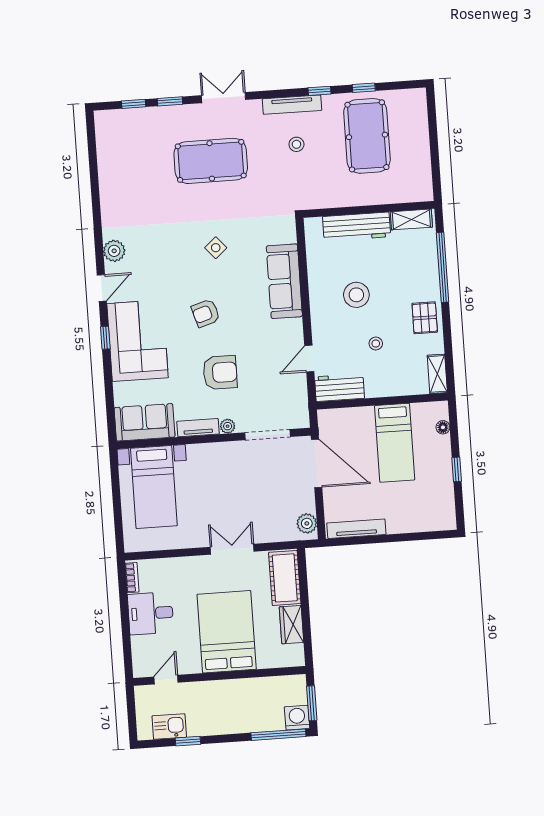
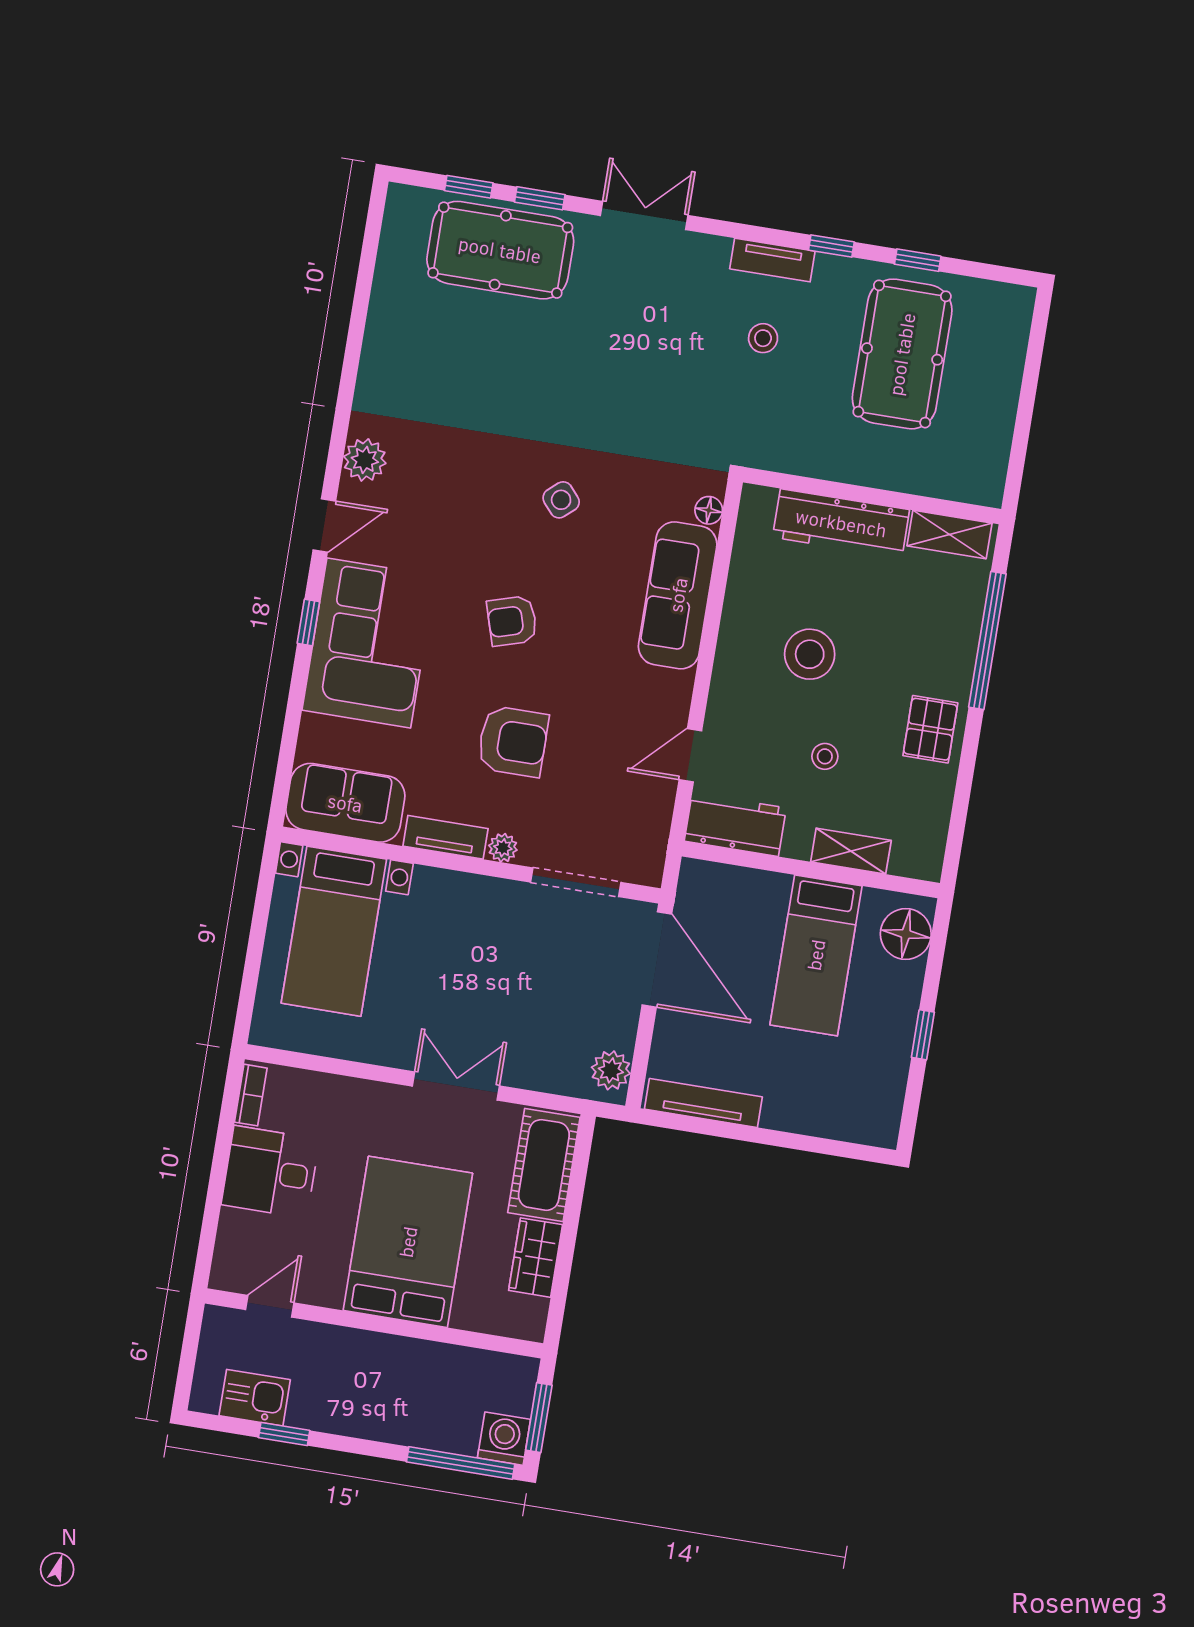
tv unit: (292, 105) -> (772, 260), width x0.71
pool table: (211, 161) -> (500, 250), moved
floor lamp: (290, 236) -> (709, 510), added
shelving: (437, 374) -> (851, 851), moved, turned 90
floor lamp: (443, 427) -> (906, 934), width x1.89, depth x1.89

